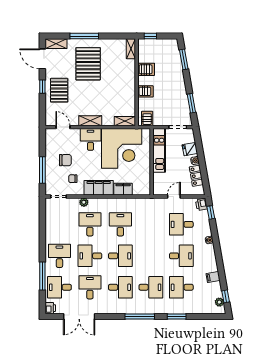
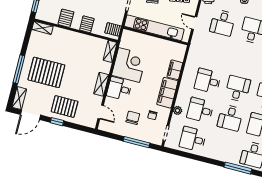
door: (63, 127) -> (101, 112), swing flipped
corner desk: (122, 148) -> (129, 65), width x0.74, depth x0.74
kitchen unit: (159, 150) -> (154, 28), width x1.36
desk: (59, 256) -> (193, 139), moved

